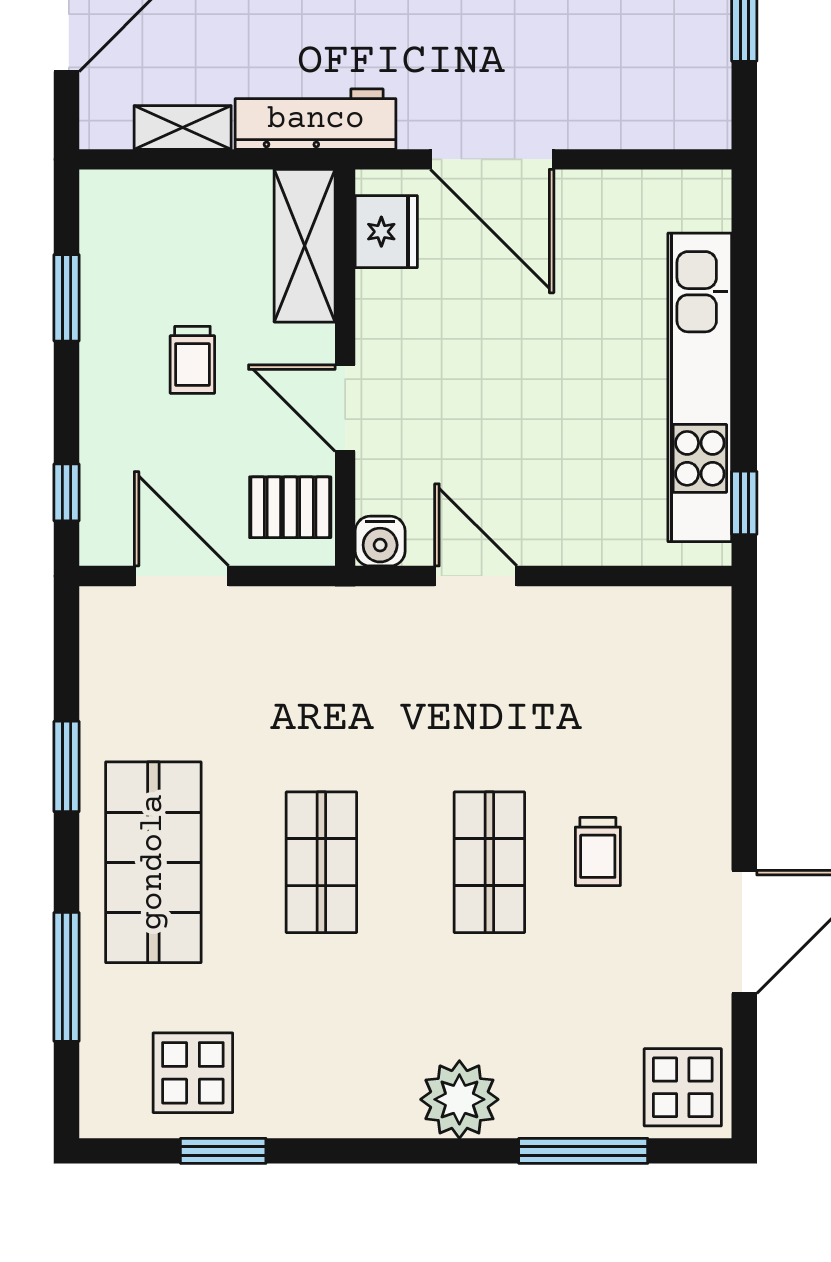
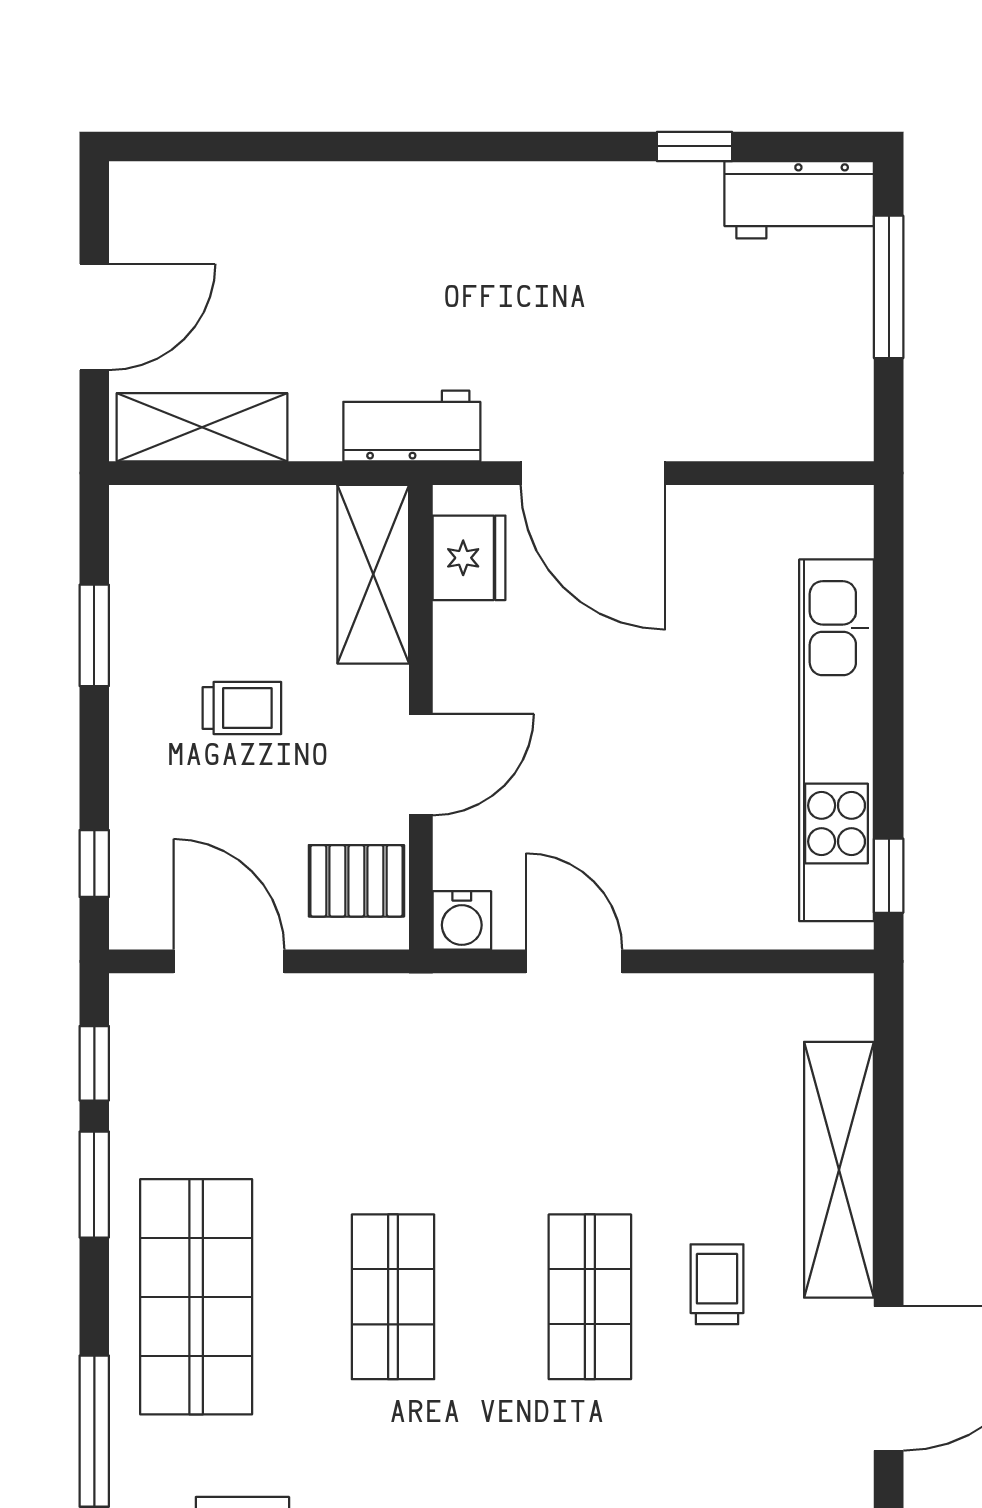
workbench: (316, 119) -> (412, 426), width x0.73
shelving: (183, 127) -> (202, 427), width x1.50, depth x1.33
trolley: (192, 360) -> (242, 708), turned -90
door: (345, 408) -> (421, 765), swing flipped
window: (66, 663) -> (94, 1063), added
shelving: (702, 754) -> (839, 1170), added
trolley: (598, 852) -> (717, 1284), turned 180

